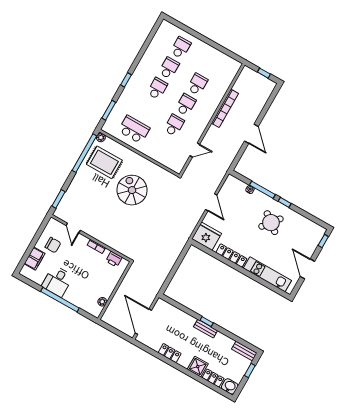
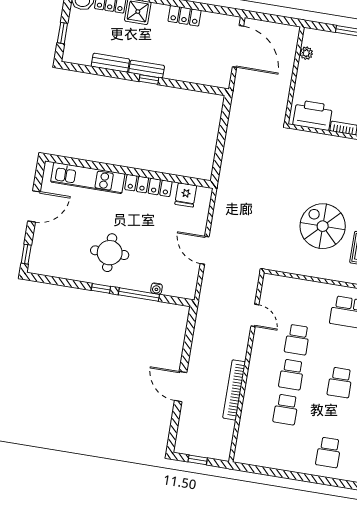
school desk: (169, 68) -> (334, 417), removed
door: (251, 134) -> (181, 387), moved
door: (195, 150) -> (255, 315), swing flipped
spiral stairs: (132, 190) -> (323, 226), turned 180
round table: (271, 223) -> (110, 253), turned -38
fridge: (207, 236) -> (186, 195), width x0.53, depth x0.75
printer: (114, 259) -> (313, 115), width x1.87, depth x1.48
door: (307, 269) -> (34, 206), hinge flipped
bench: (244, 351) -> (110, 63), moved

